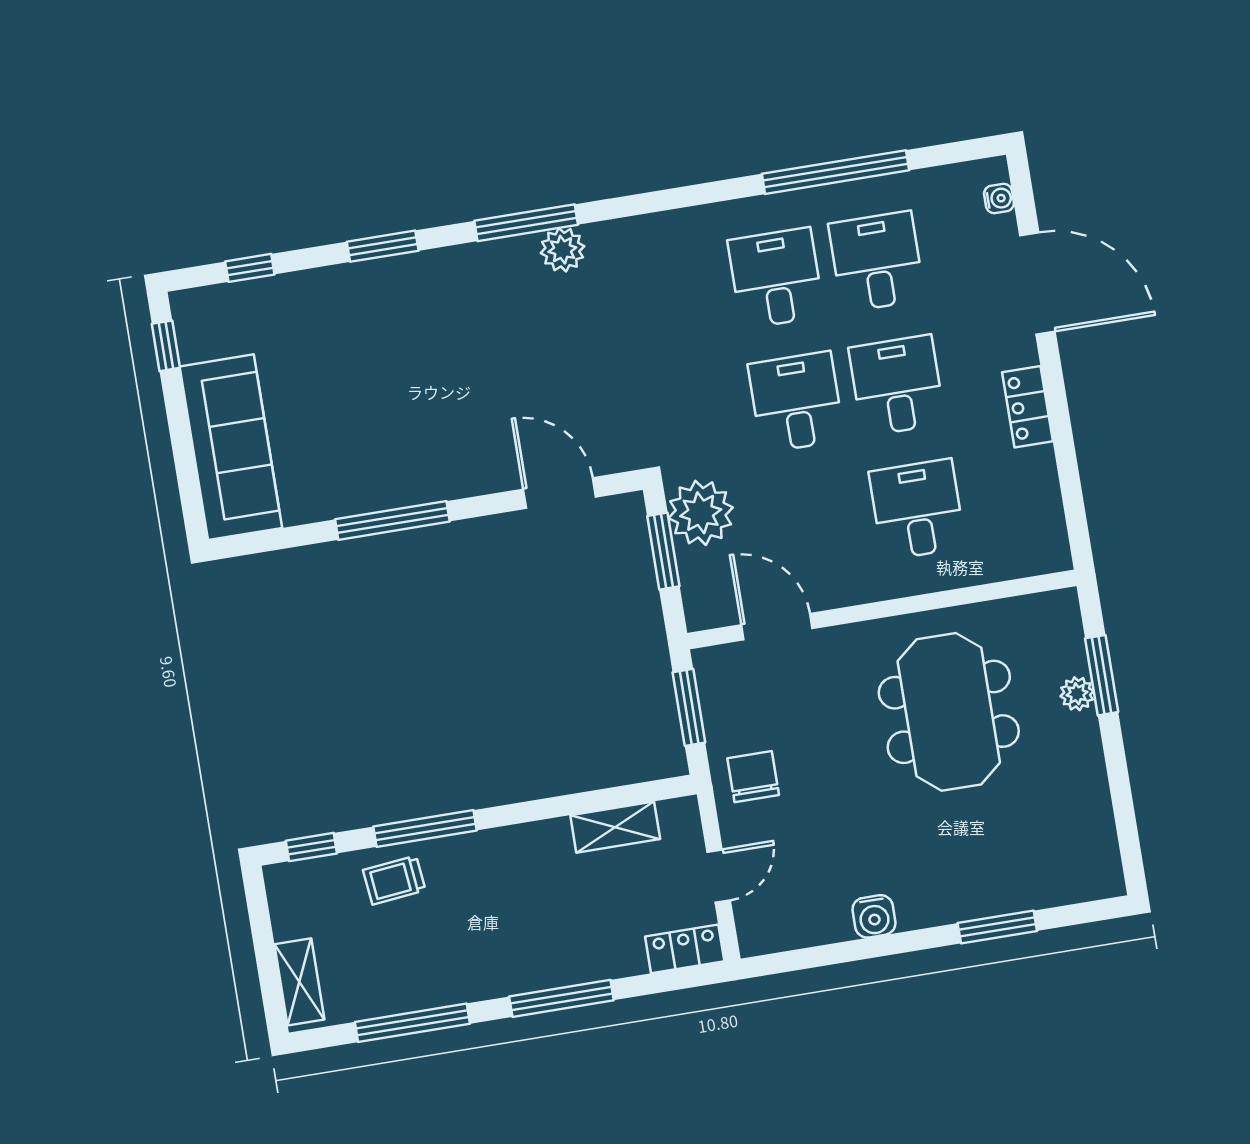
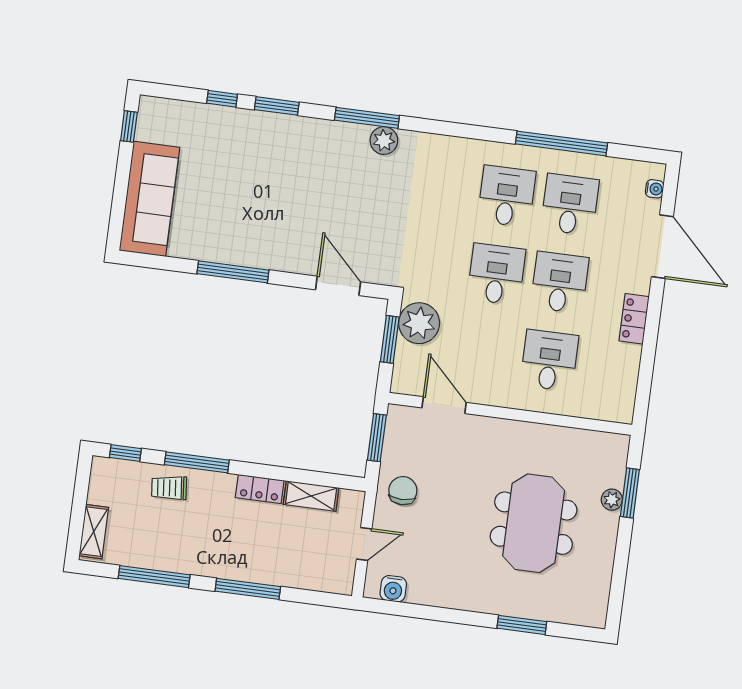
window: (250, 268) -> (222, 99), moved
meeting table: (949, 712) -> (534, 523), moved
water cooler: (874, 916) -> (393, 589), moved
locker: (685, 949) -> (260, 489), moved, turned 180

